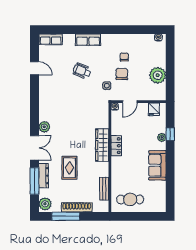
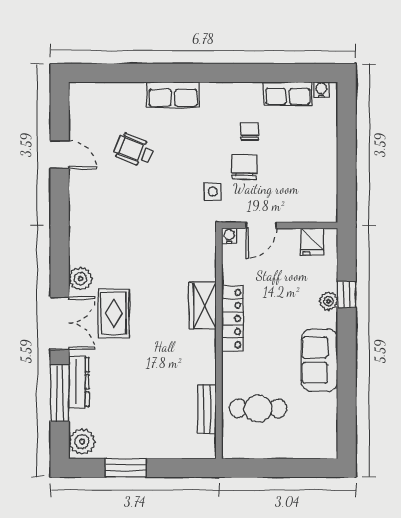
row of seats: (51, 39) -> (288, 94), moved
wheelchair: (82, 71) -> (134, 150), moved
plant: (158, 75) -> (320, 170), removed
wardrobe: (102, 145) -> (203, 306), width x0.67
locker: (116, 146) -> (232, 319), width x1.53
rug: (69, 168) -> (114, 313), moved
cafe table: (130, 199) -> (258, 409), moved
shoe rack: (77, 207) -> (149, 449), removed
window: (66, 216) -> (126, 468), width x0.69

